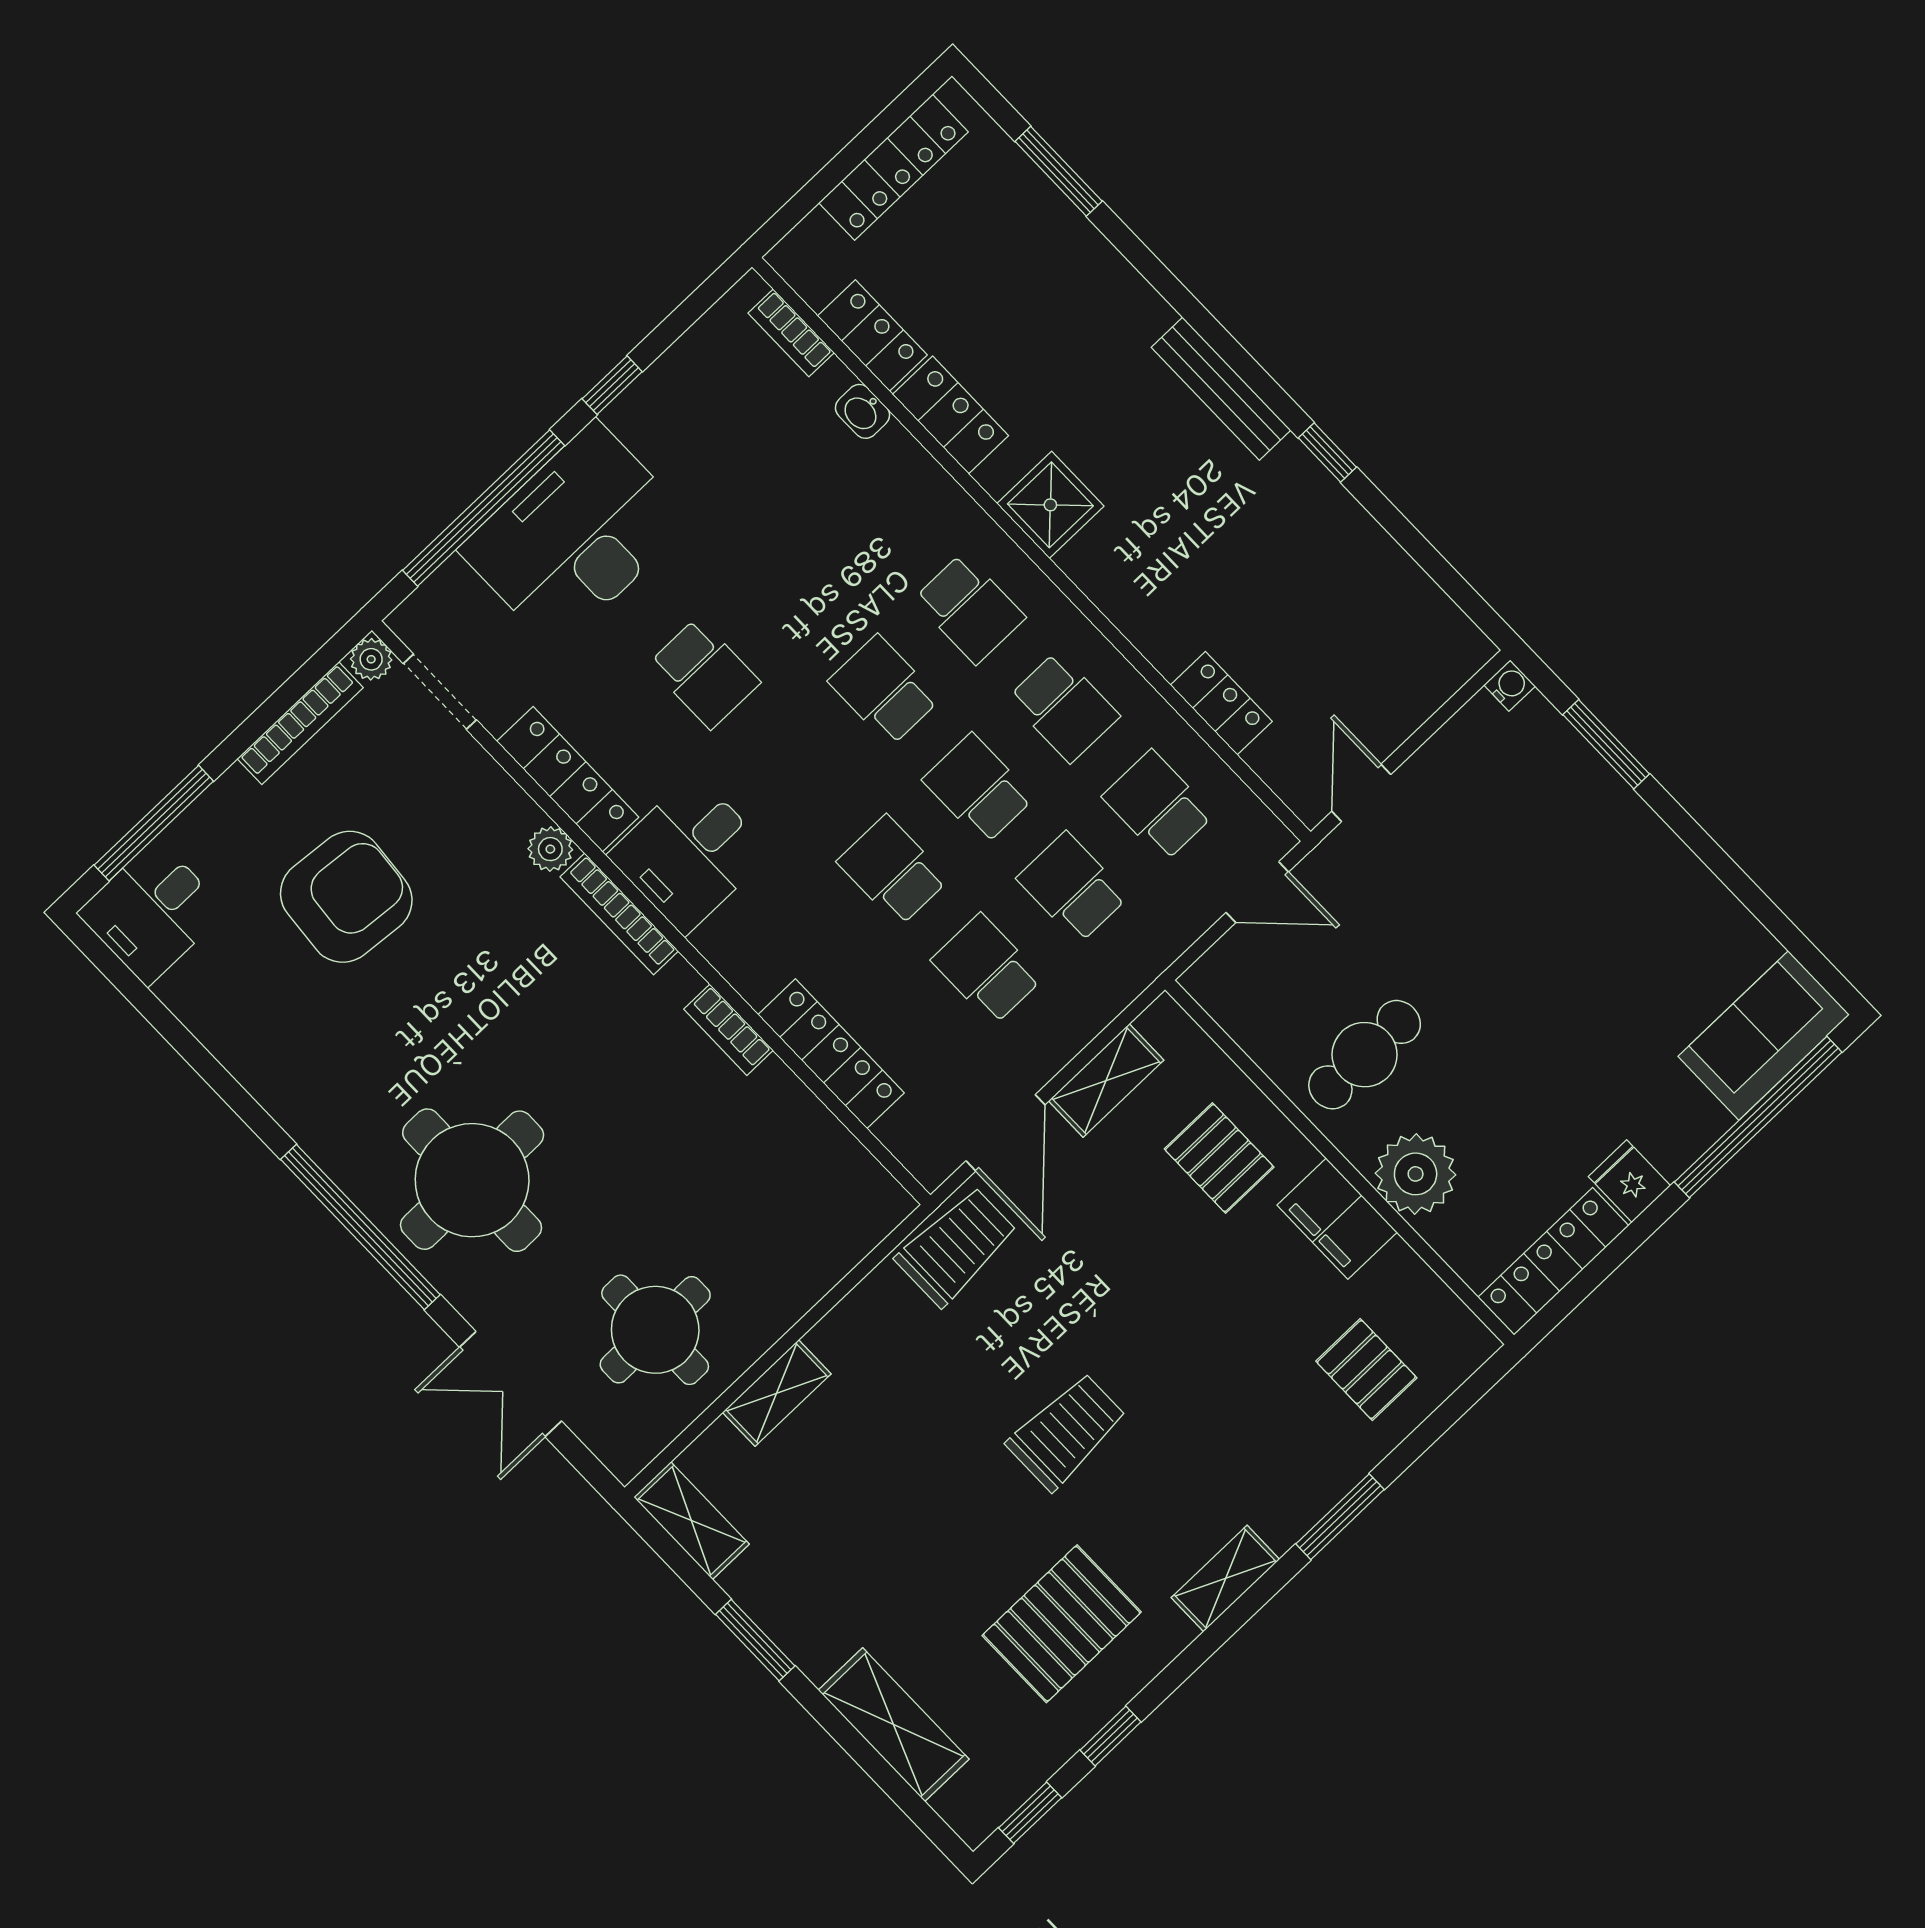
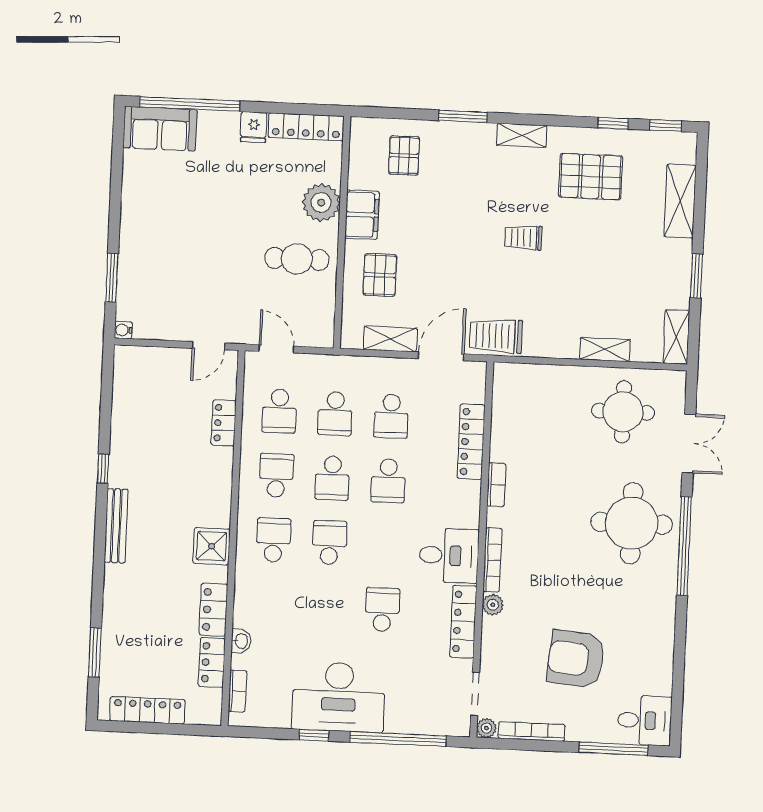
desk: (575, 535) -> (339, 697), moved
school desk: (884, 690) -> (329, 543), turned 180
trolley: (1067, 1432) -> (523, 238), width x0.73, depth x0.72

